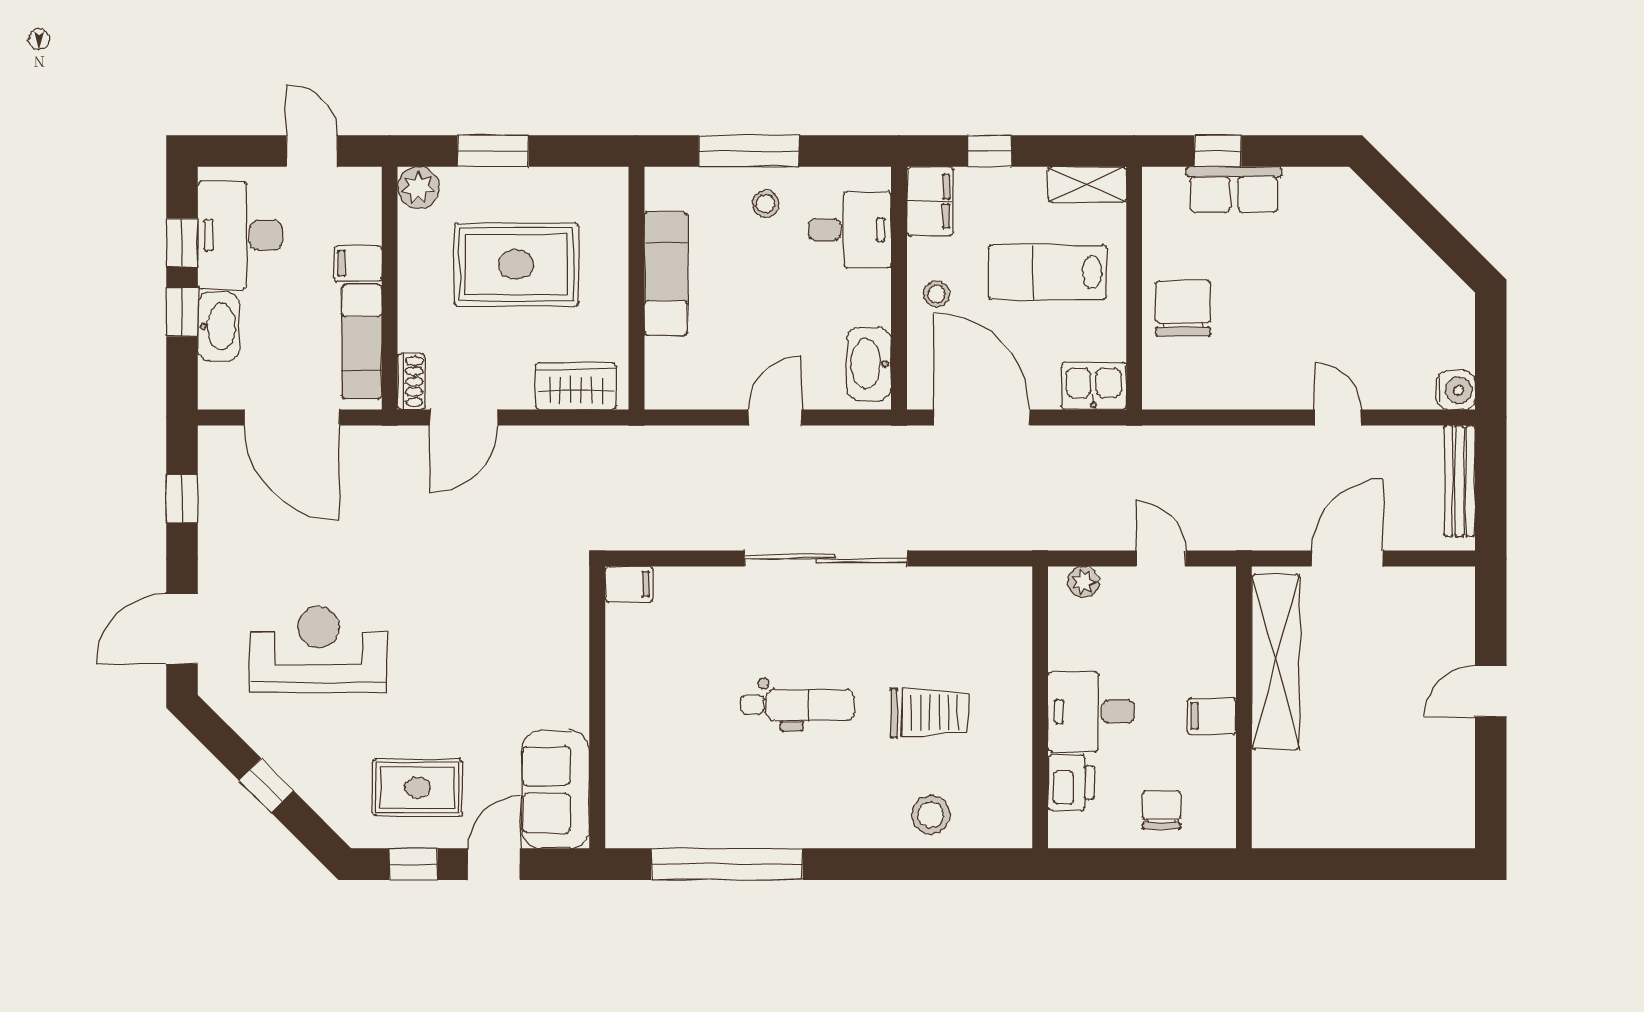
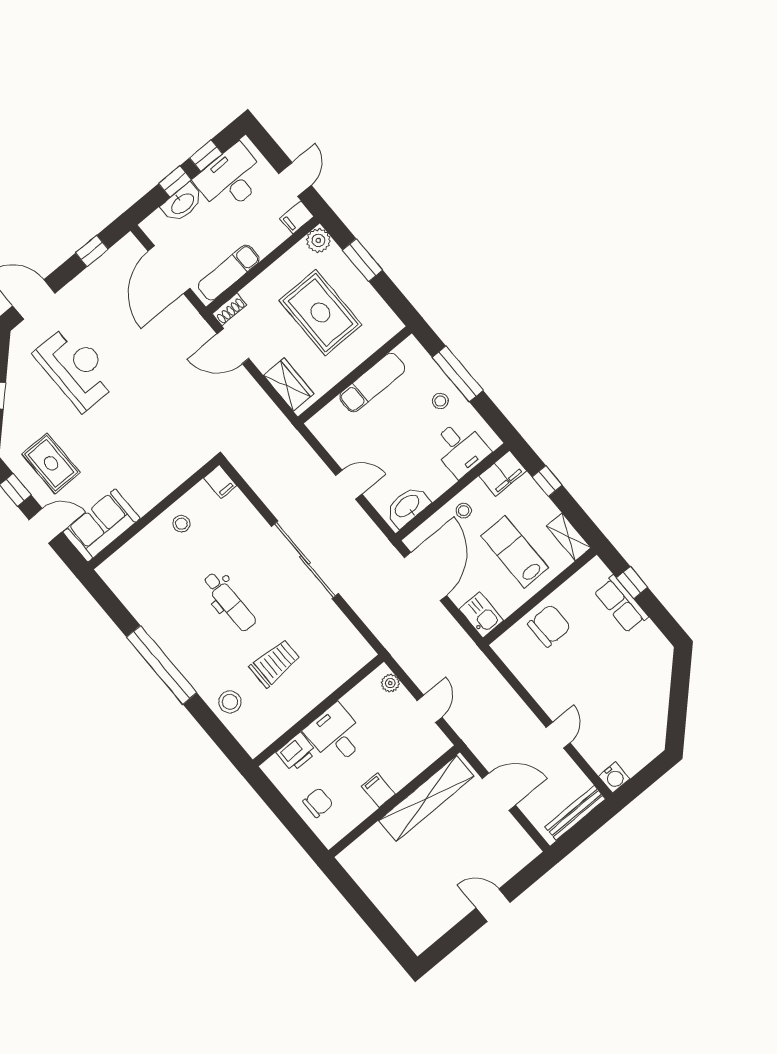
filing cabinet: (358, 263) -> (297, 217), moved, turned -90
stool: (641, 682) -> (181, 524), added
trolley: (929, 713) -> (275, 663), turned -90
window: (727, 864) -> (162, 665), moved

